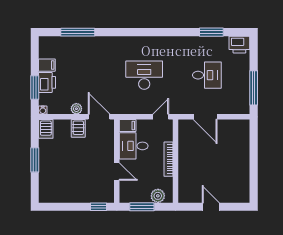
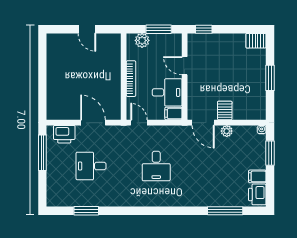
printer: (239, 45) -> (64, 134), moved, turned 180
desk: (144, 75) -> (156, 166), width x0.73
printer: (47, 82) -> (257, 194), moved
door: (161, 117) -> (139, 123), swing flipped
server rack: (46, 129) -> (256, 41), moved, turned -90

